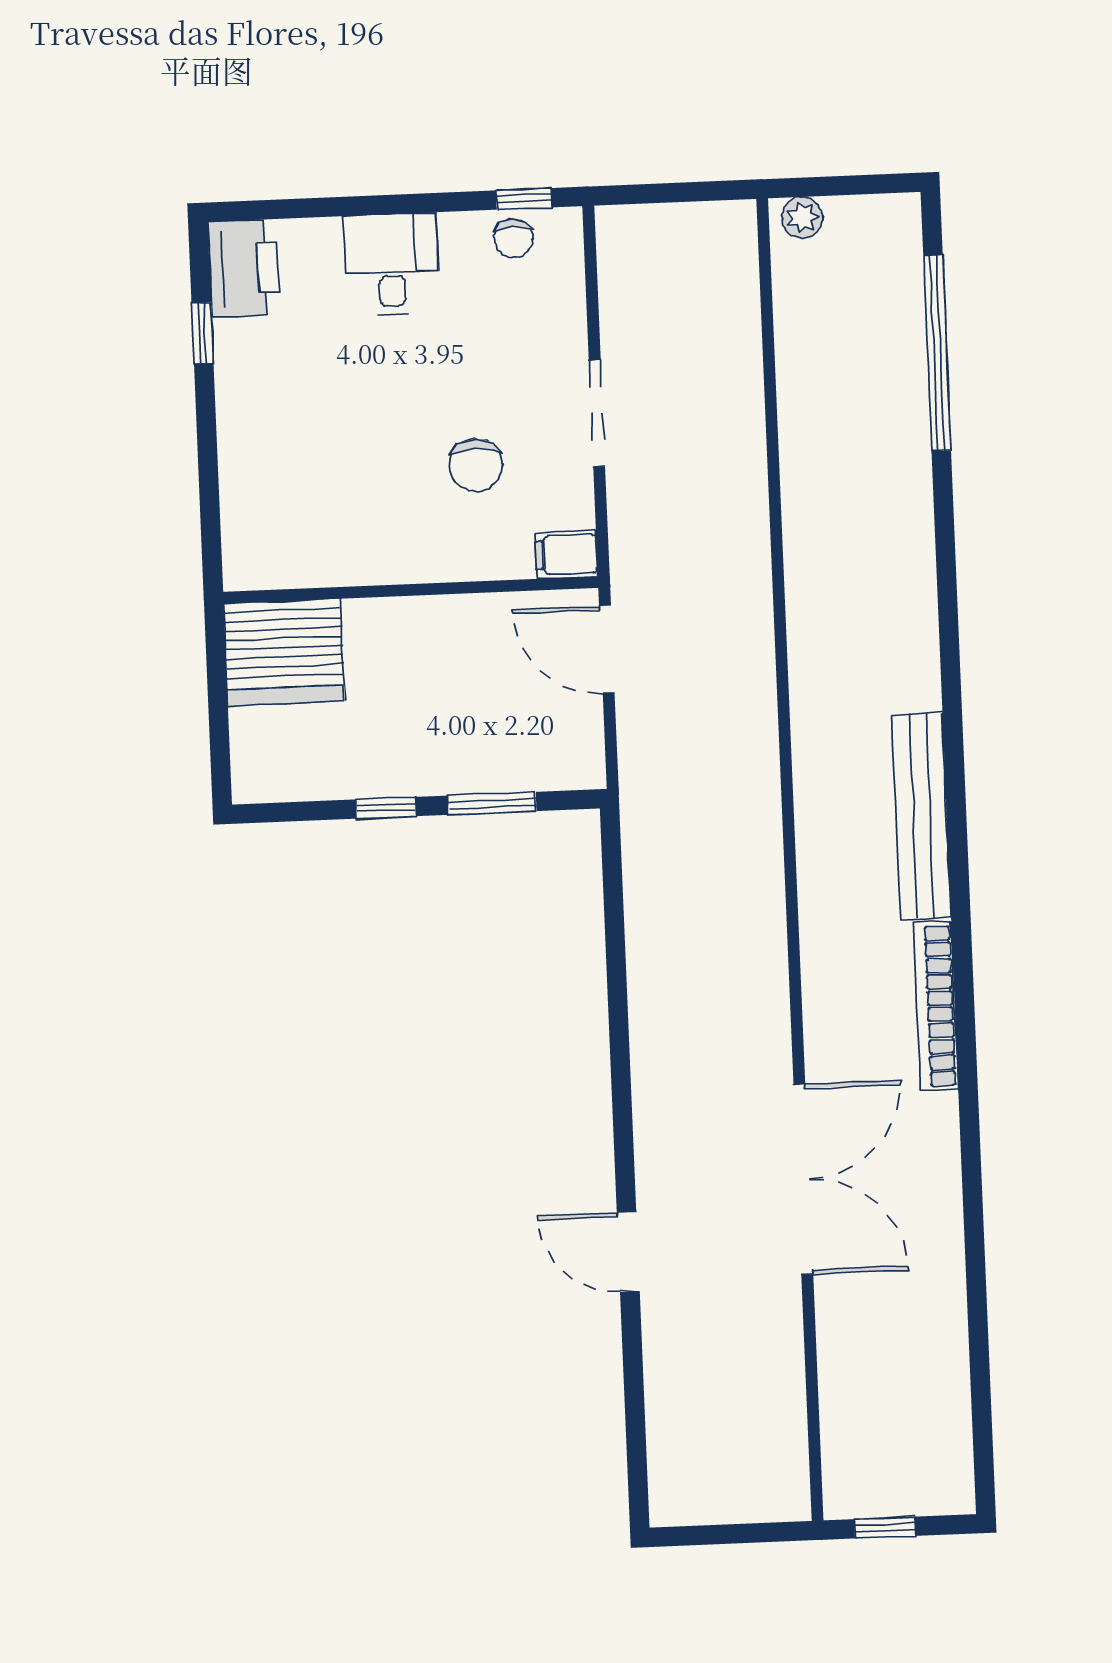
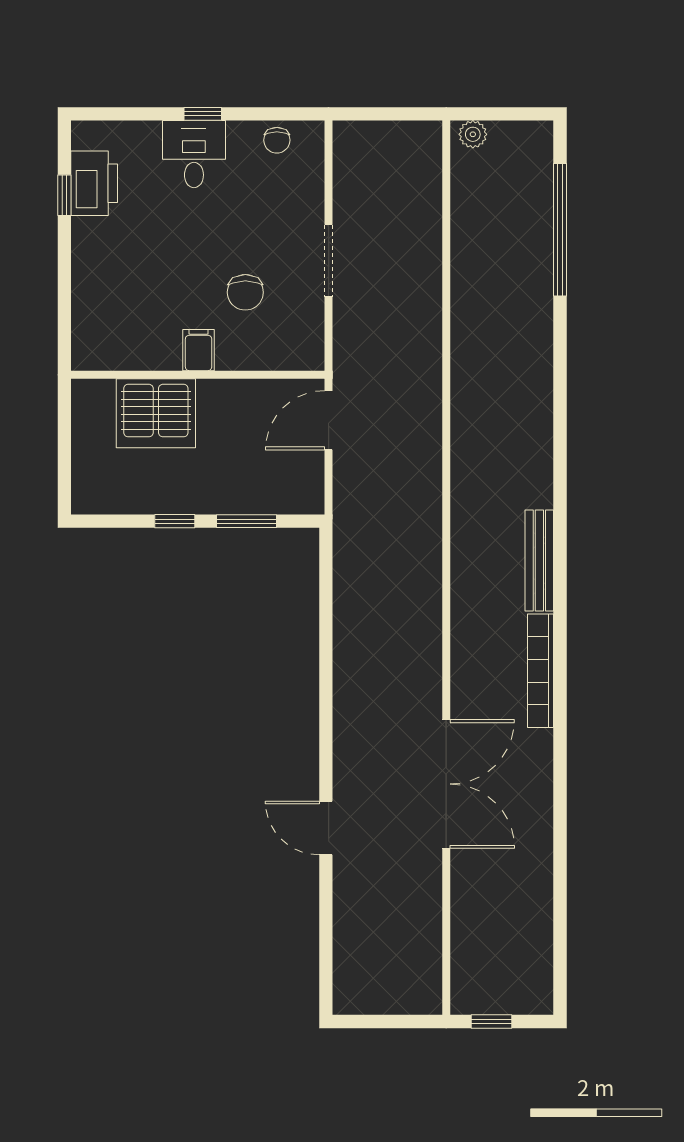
window: (524, 199) -> (203, 114), moved
printer: (244, 268) -> (94, 183), moved
filing cabinet: (566, 555) -> (199, 350), moved, turned 90
door: (607, 649) -> (329, 420), hinge flipped
server rack: (284, 652) -> (156, 413), moved
bench: (921, 816) -> (539, 561), width x0.73, depth x0.82

